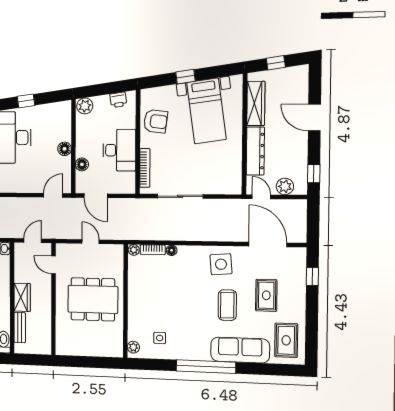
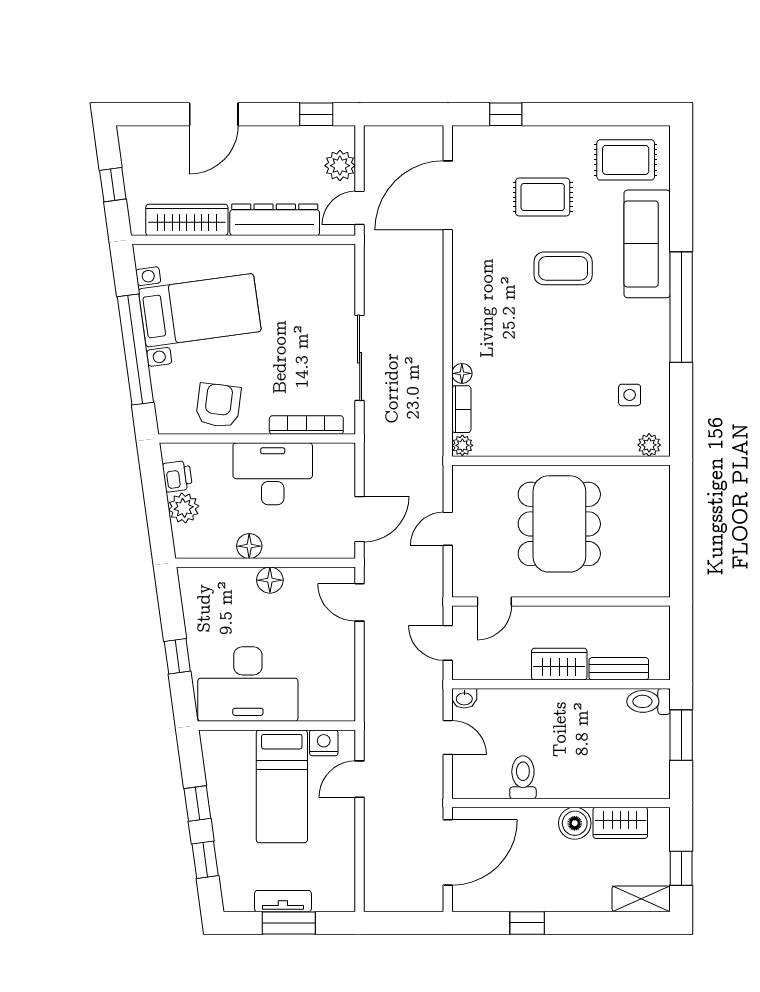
window: (186, 77) -> (135, 349), width x3.17
plant: (85, 106) -> (184, 508), moved
floor lamp: (82, 164) -> (249, 546), moved
side table: (221, 264) -> (486, 281), removed

